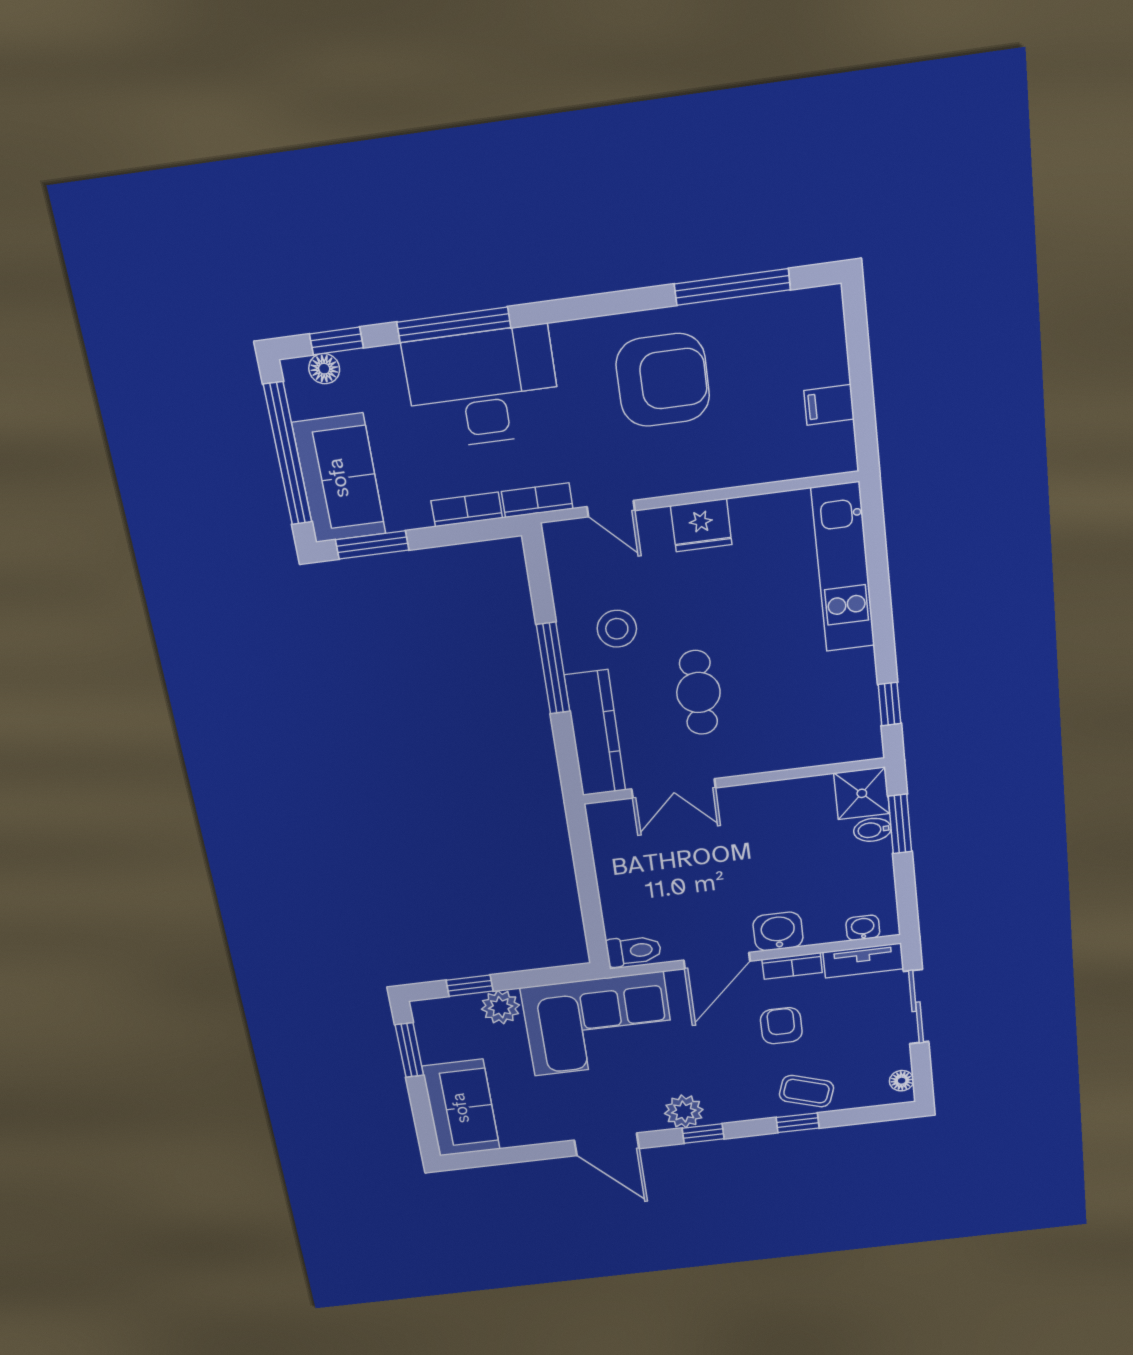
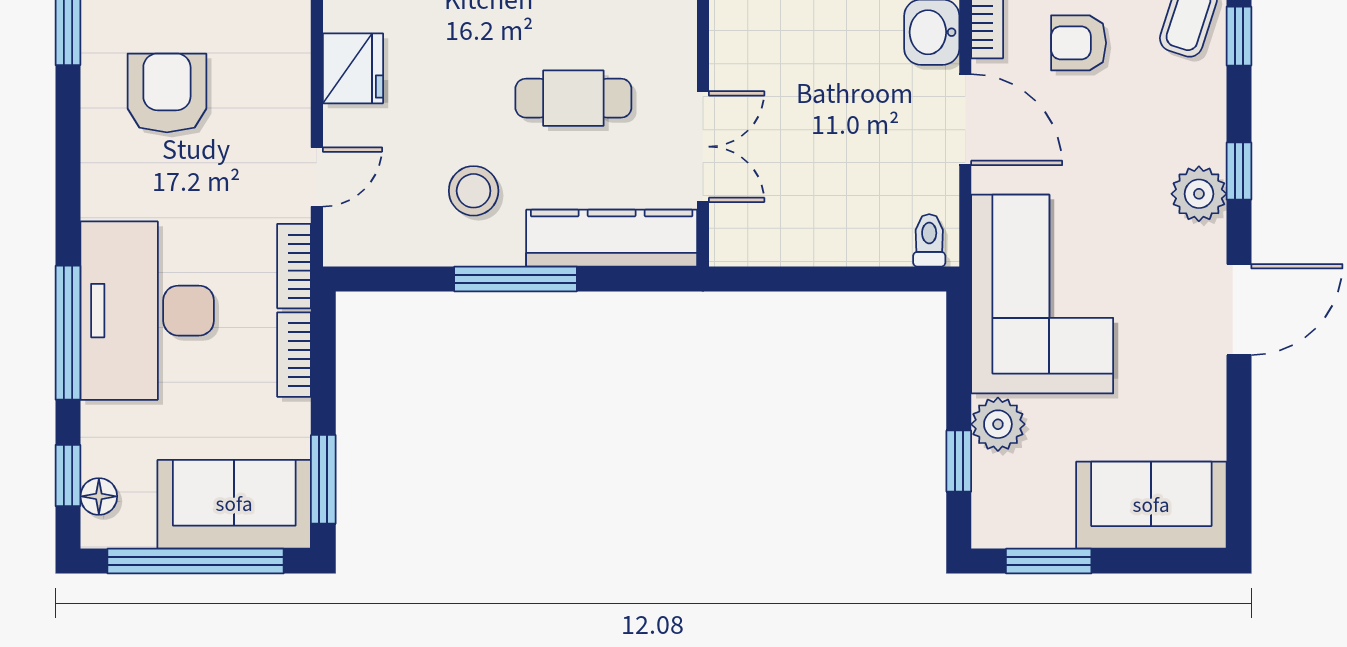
armchair: (663, 380) -> (167, 93), width x0.73, depth x0.73
toilet: (634, 951) -> (929, 240), width x0.73, depth x0.72

